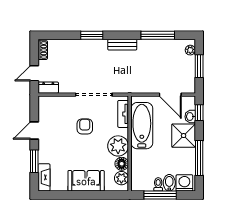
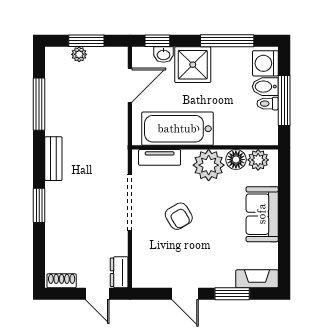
plant: (190, 50) -> (79, 54), moved
armchair: (85, 126) -> (179, 216), turned -121

